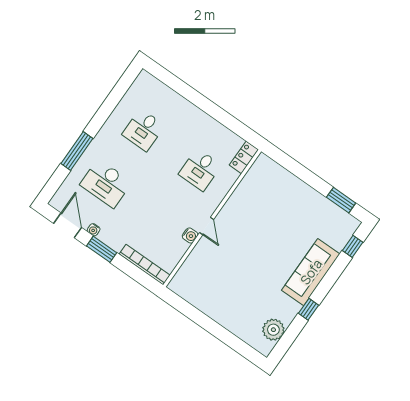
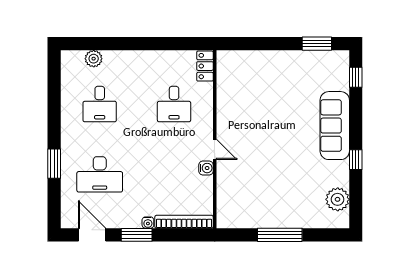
plant: (163, 92) -> (94, 59), added
window: (77, 151) -> (54, 164), width x0.69
water cooler: (94, 230) -> (148, 223), moved
window: (210, 326) -> (280, 235), added

